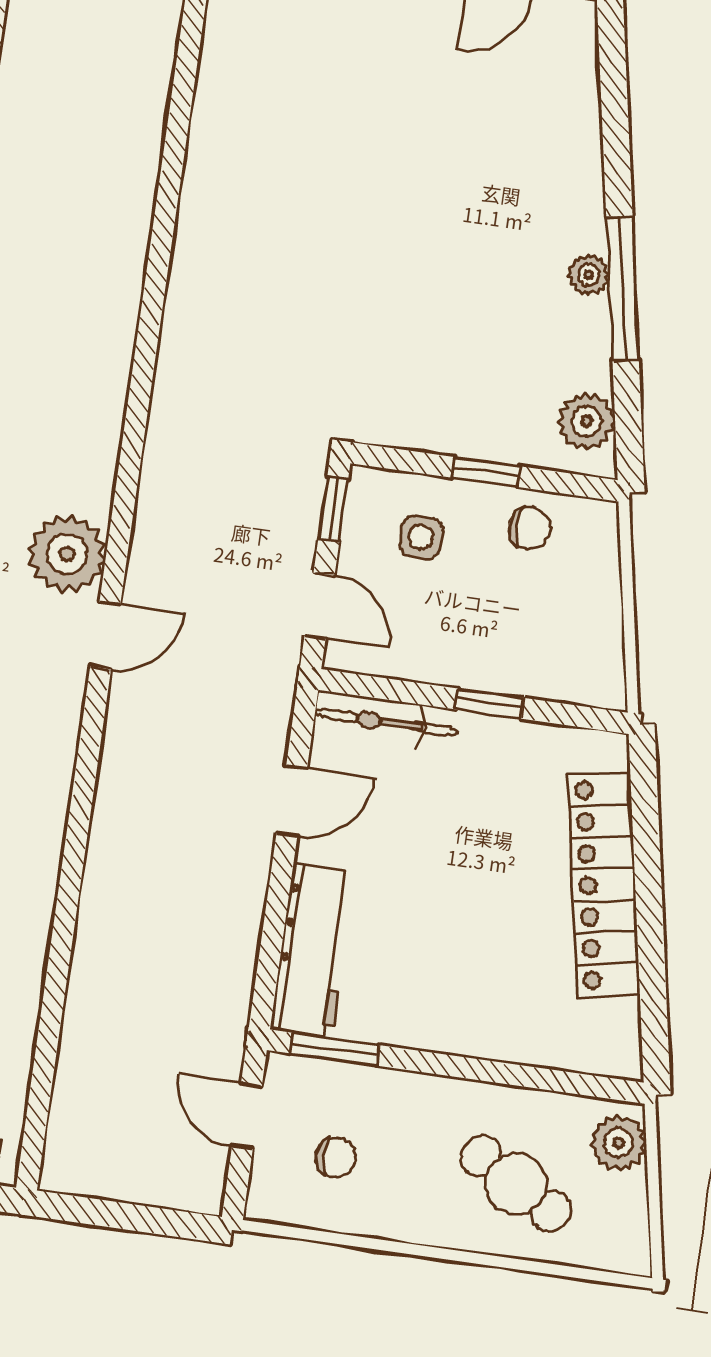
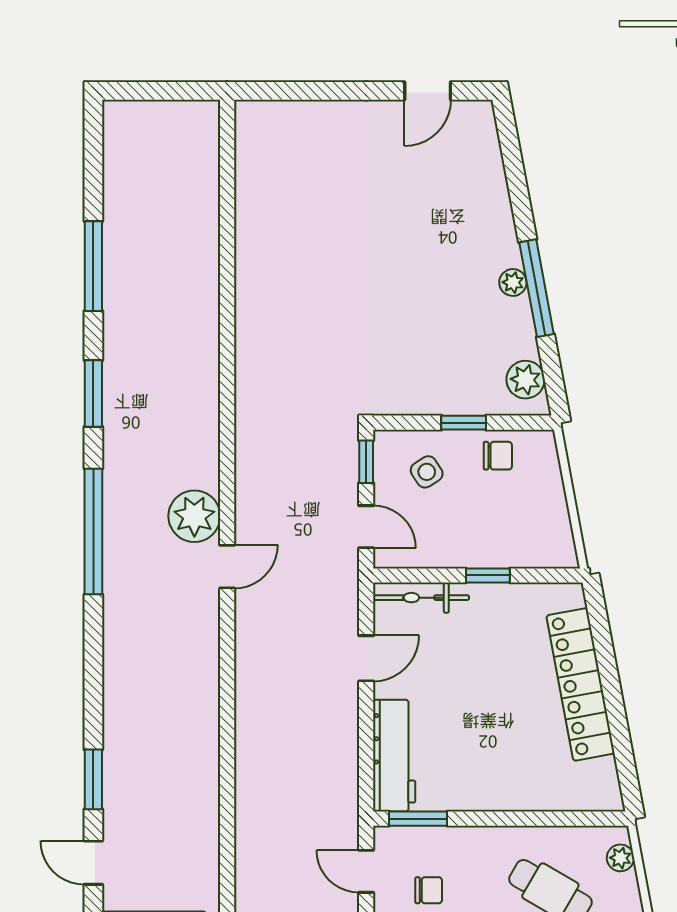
side table: (421, 537) -> (427, 472), turned -33
plant: (619, 1143) -> (620, 858), width x0.73, depth x0.73

